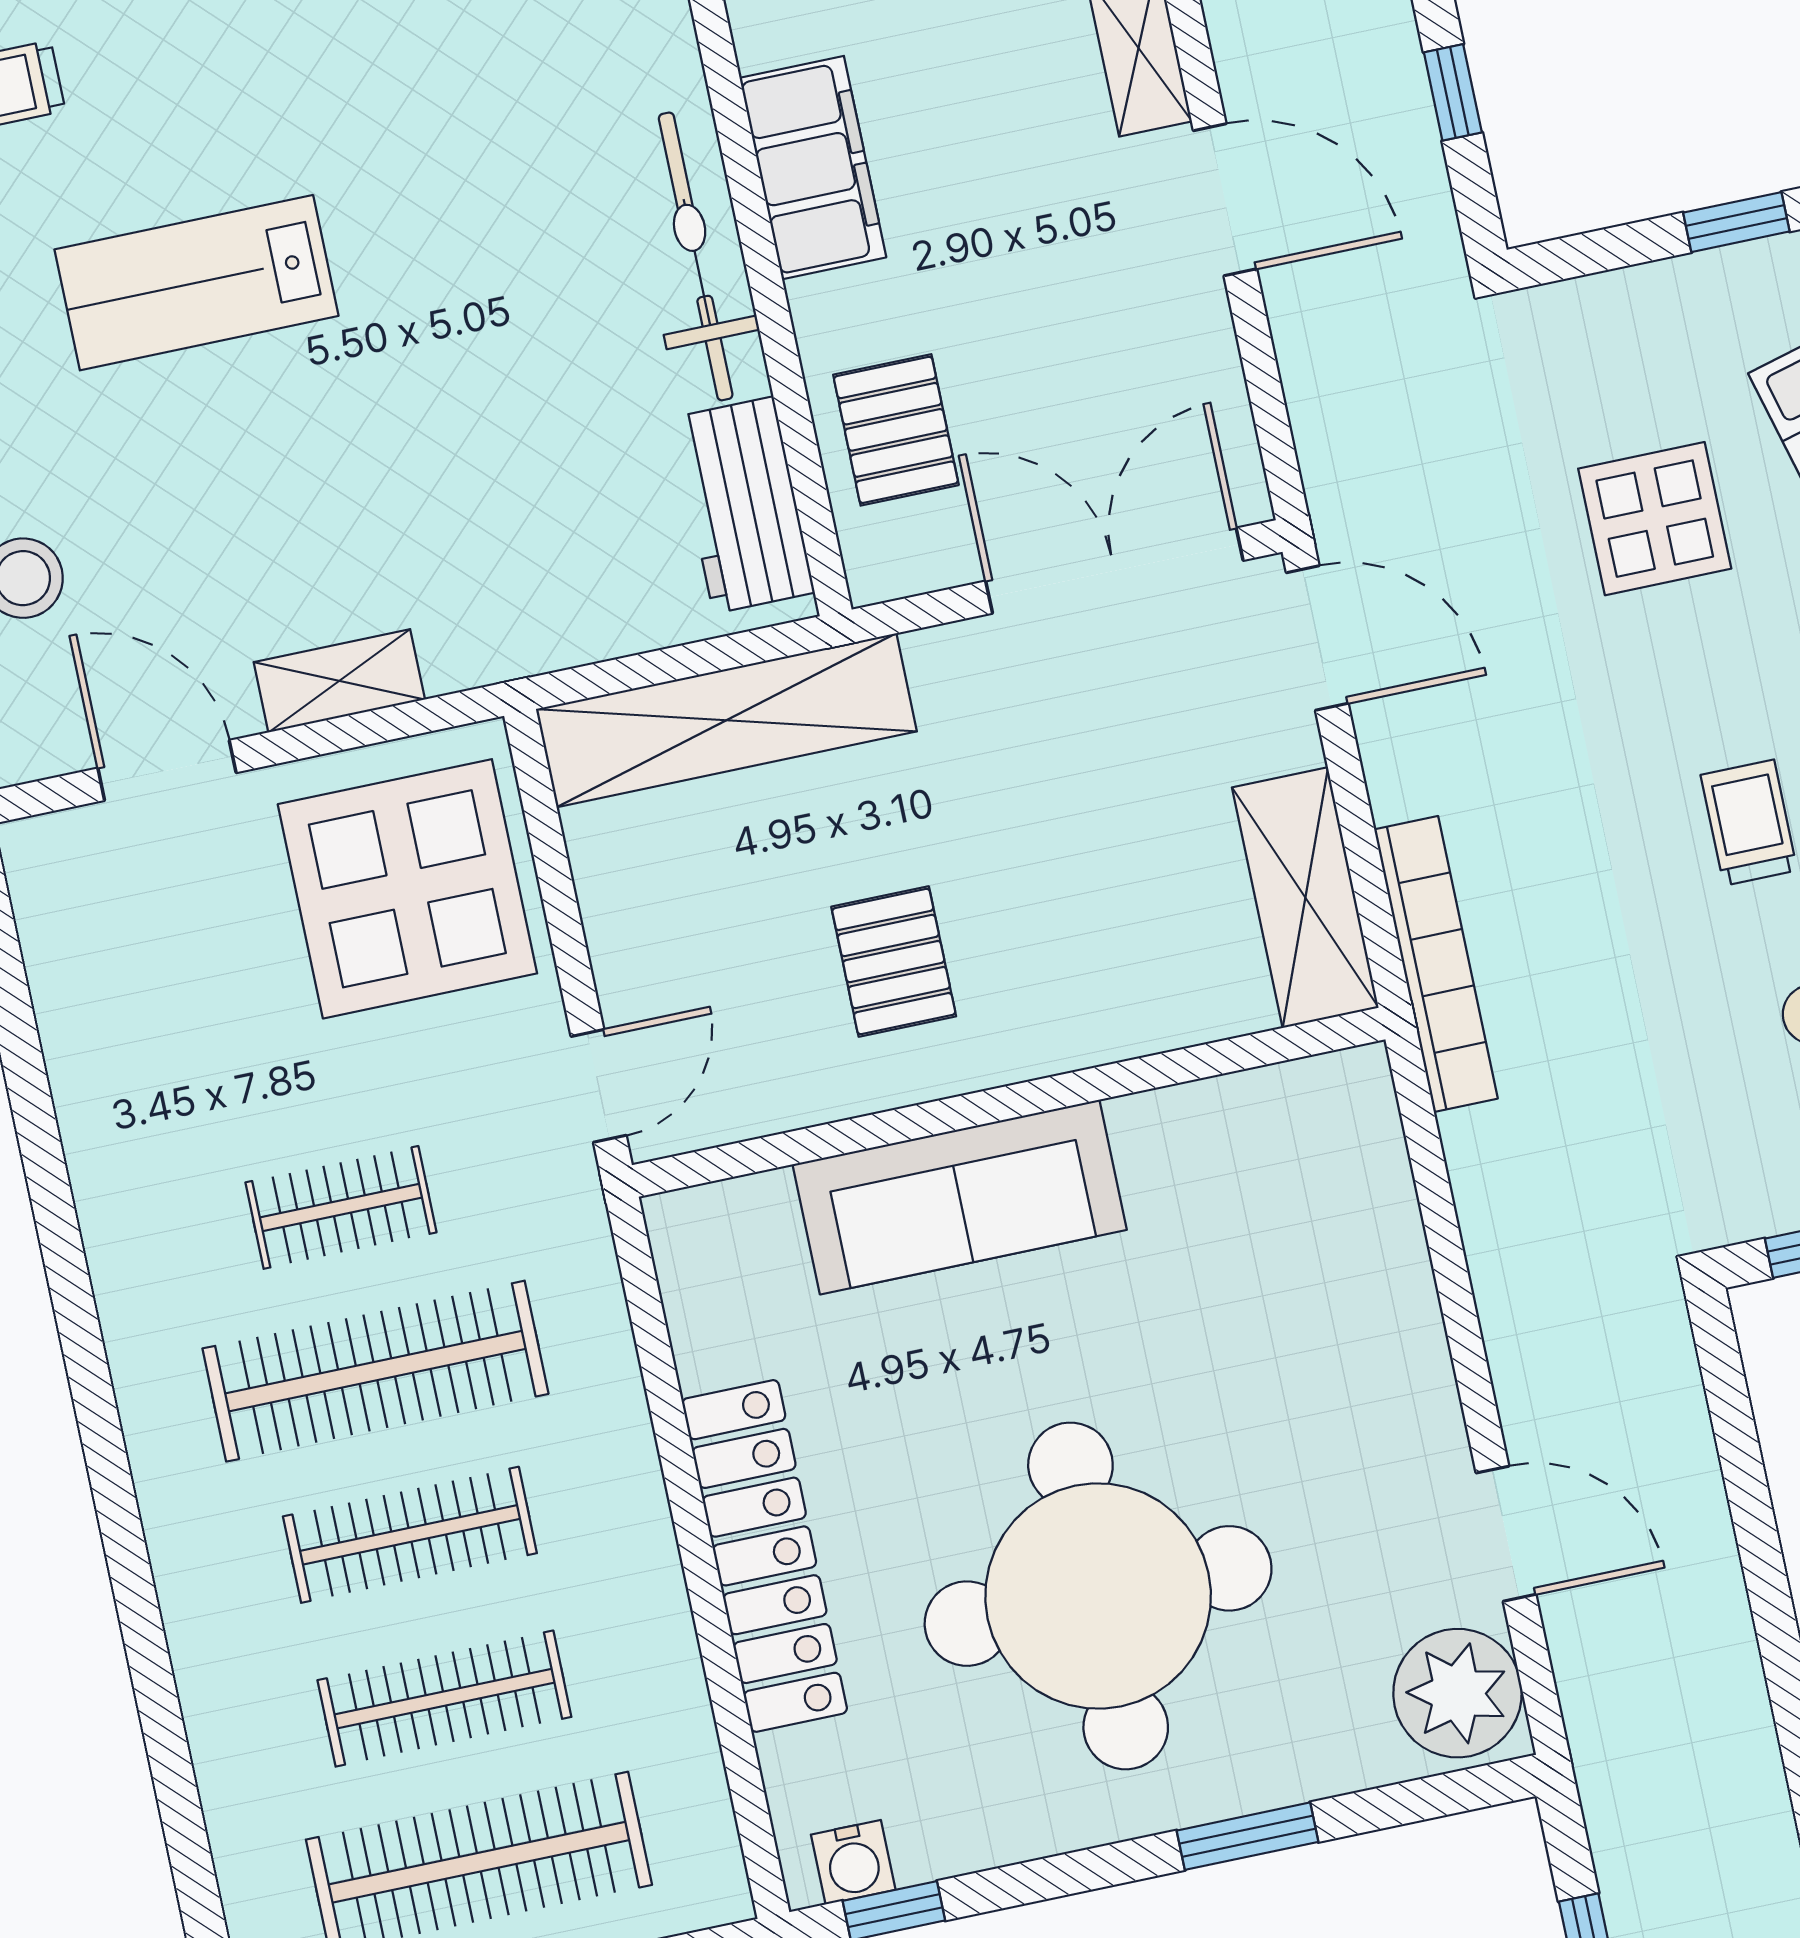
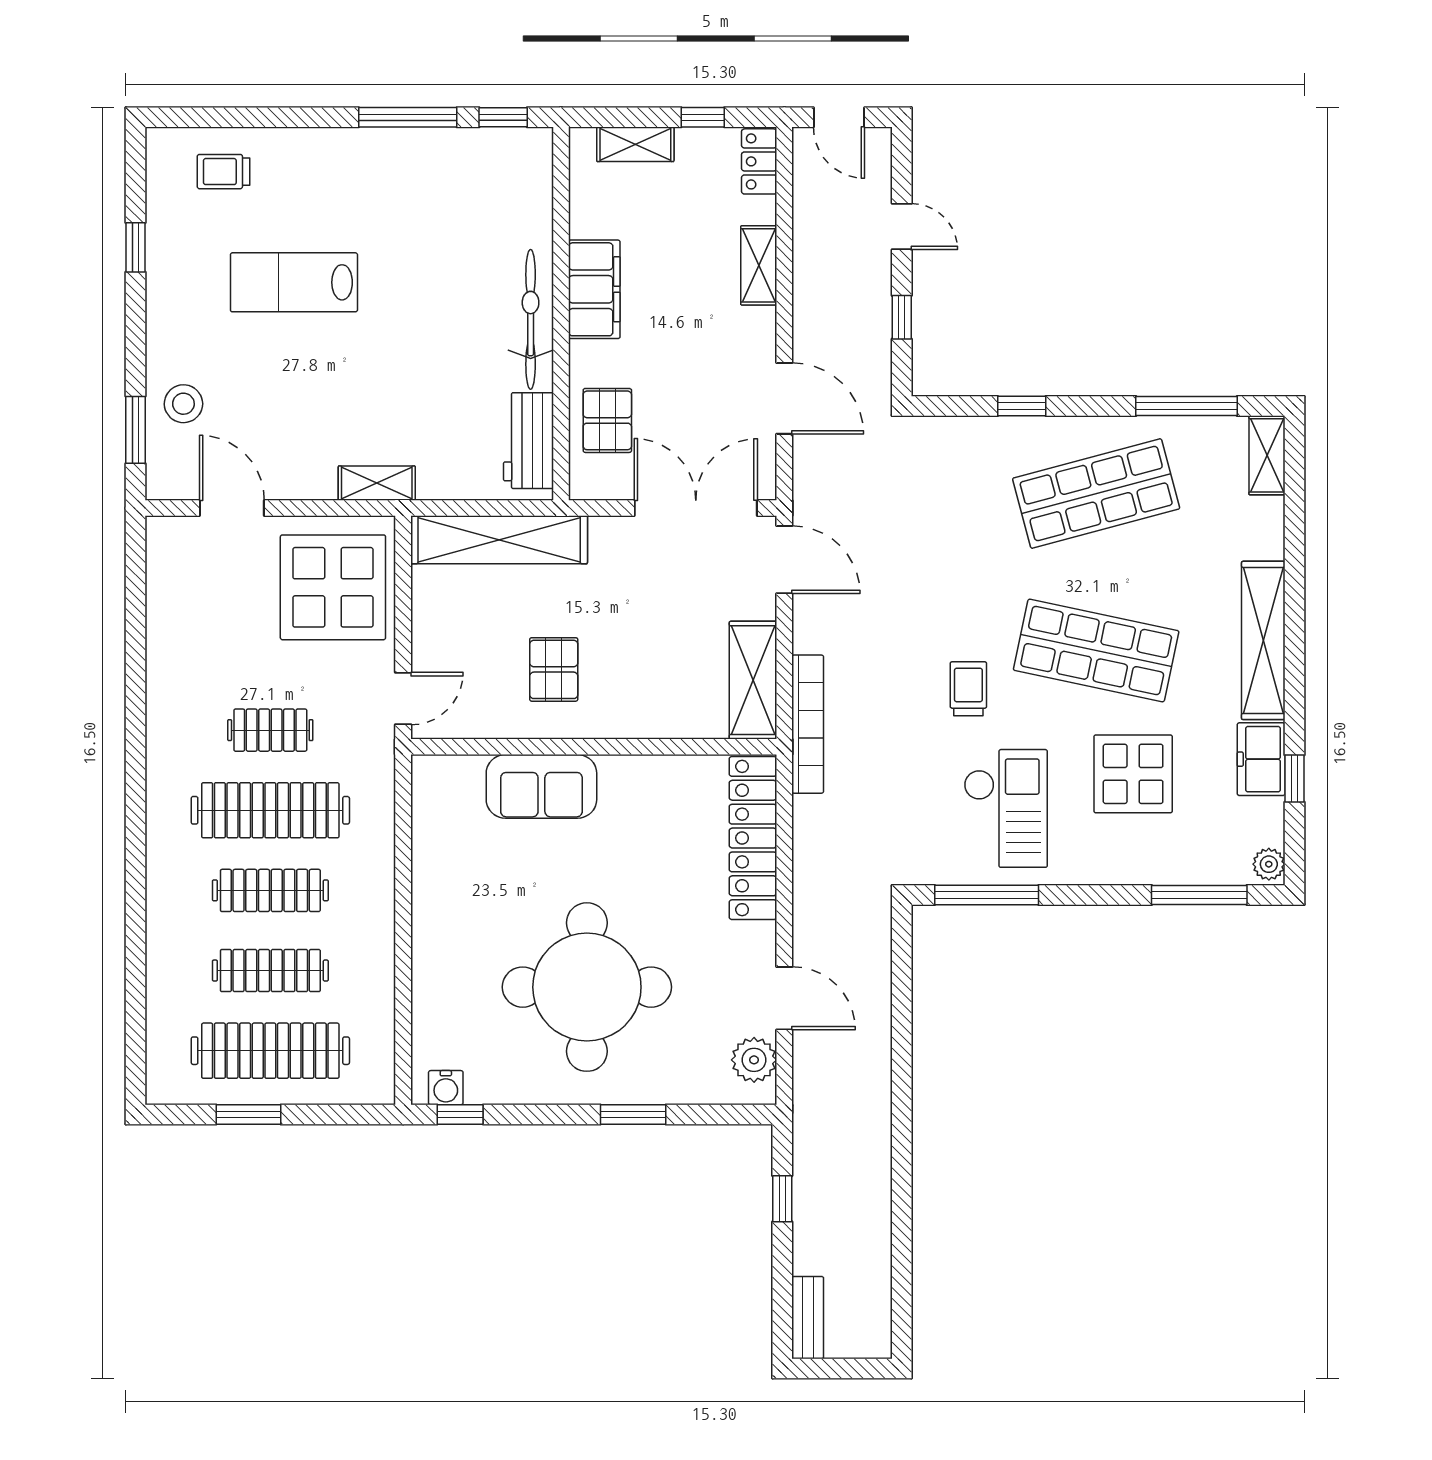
door: (1225, 200) -> (784, 398), moved
display table: (1655, 519) -> (954, 537), removed
shelving: (339, 681) -> (377, 483), moved
sofa: (960, 1197) -> (541, 786), width x0.73
locker: (765, 1556) -> (753, 838), moved, turned 180
plant: (1458, 1693) -> (754, 1060), width x0.73, depth x0.73

